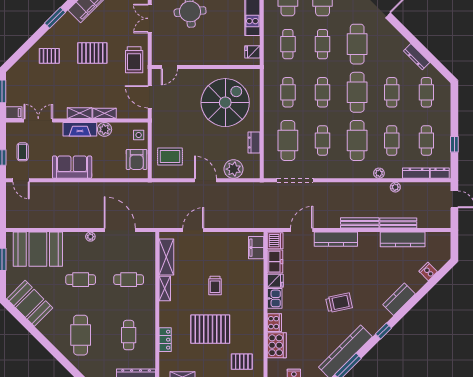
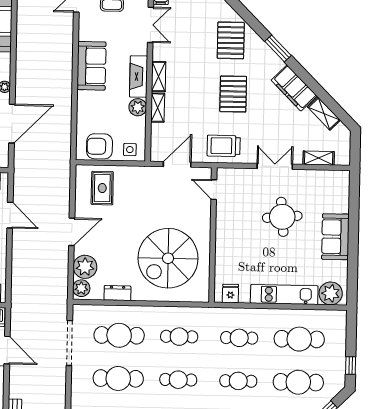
pallet: (49, 56) -> (231, 40), width x1.50, depth x1.42
spiral stairs: (225, 103) -> (168, 258), turned 90
cafe table: (323, 140) -> (118, 378), width x1.37, depth x1.35
plant: (251, 172) -> (81, 288), added

